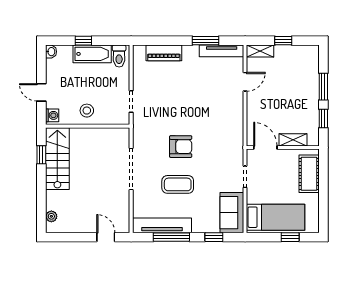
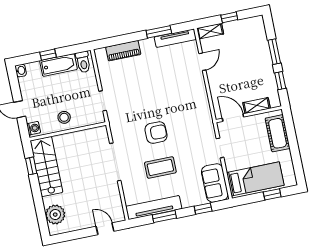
plant: (51, 216) -> (55, 215), width x1.88, depth x1.88
window: (171, 237) -> (164, 217), width x0.69

